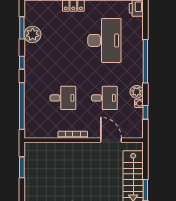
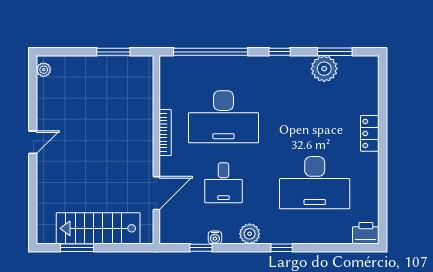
window: (145, 61) -> (282, 248), width x0.32
plant: (137, 92) -> (250, 234), moved
desk: (63, 98) -> (223, 117), width x1.87, depth x1.30

